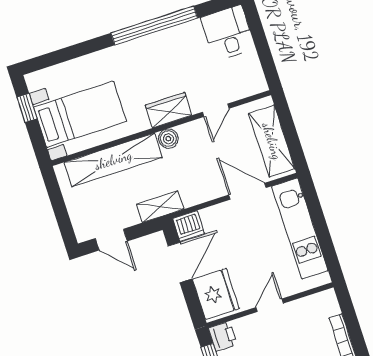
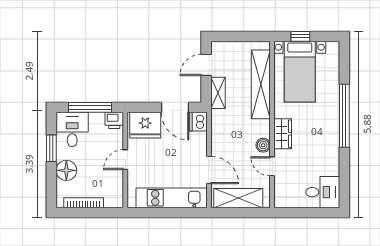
window: (154, 26) -> (344, 116), moved
window: (27, 108) -> (300, 36), moved
boiler: (168, 139) -> (263, 145), moved
door: (247, 191) -> (209, 170), hinge flipped
shelving: (160, 207) -> (218, 93), moved
door: (270, 305) -> (125, 160), swing flipped

